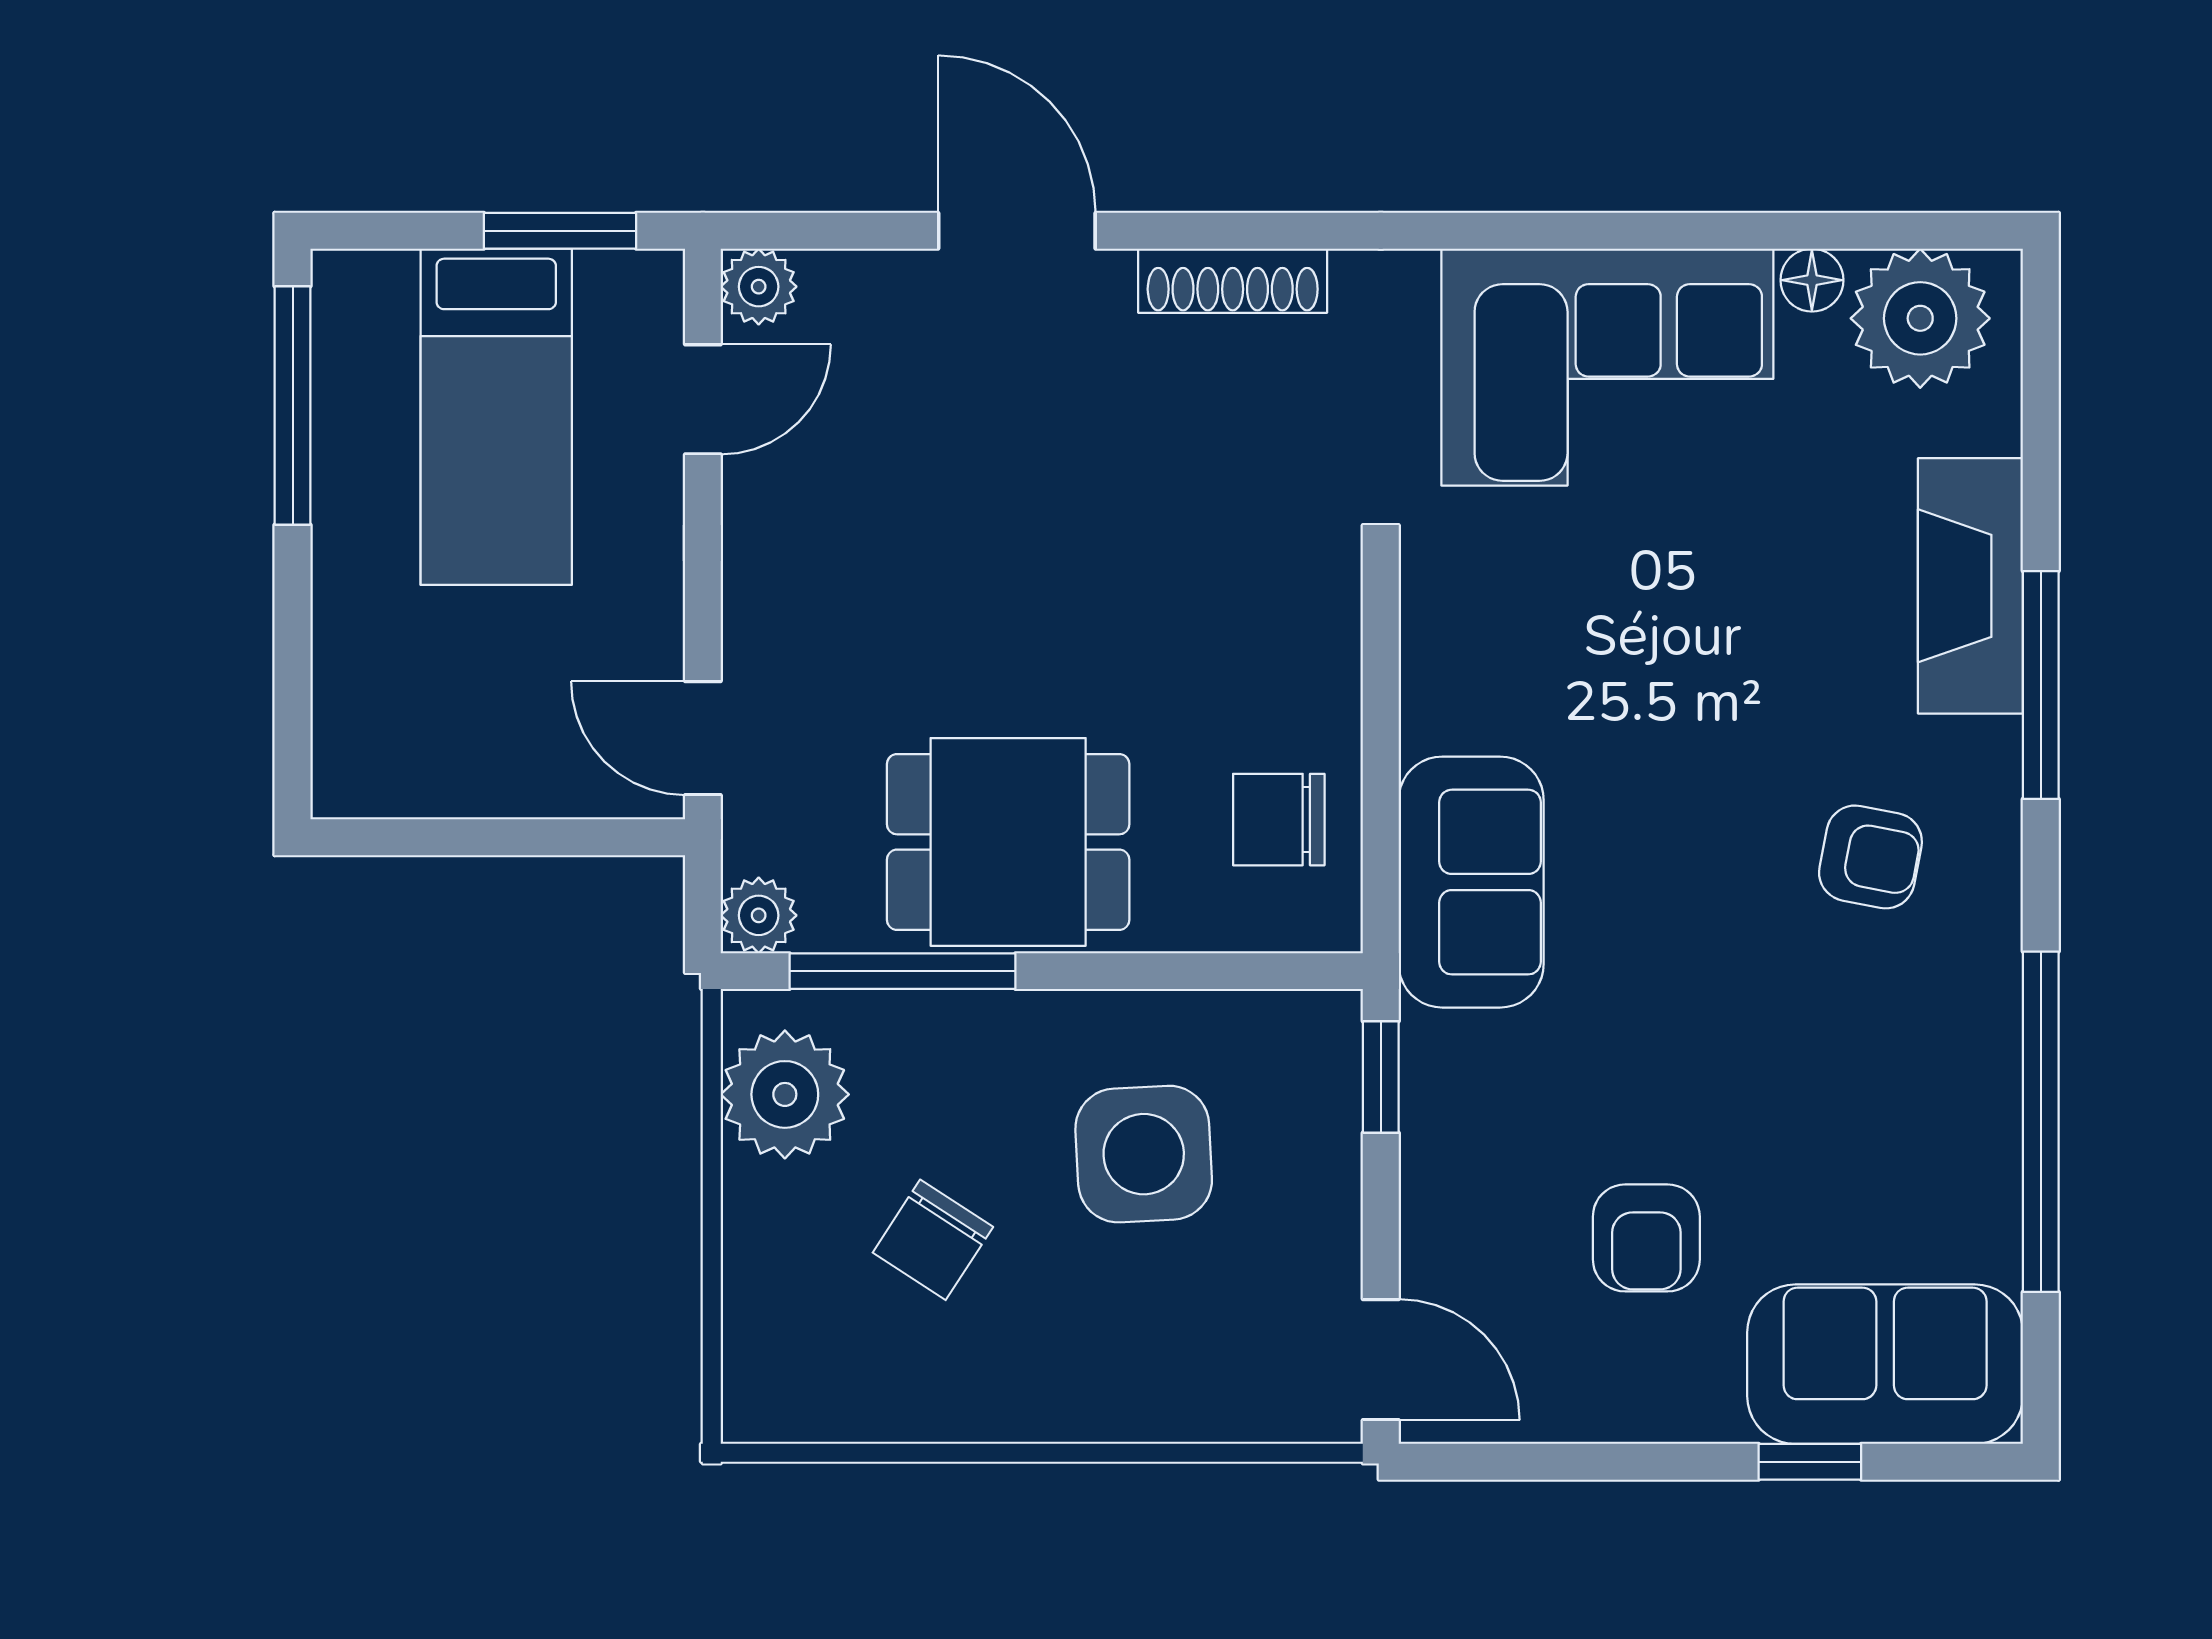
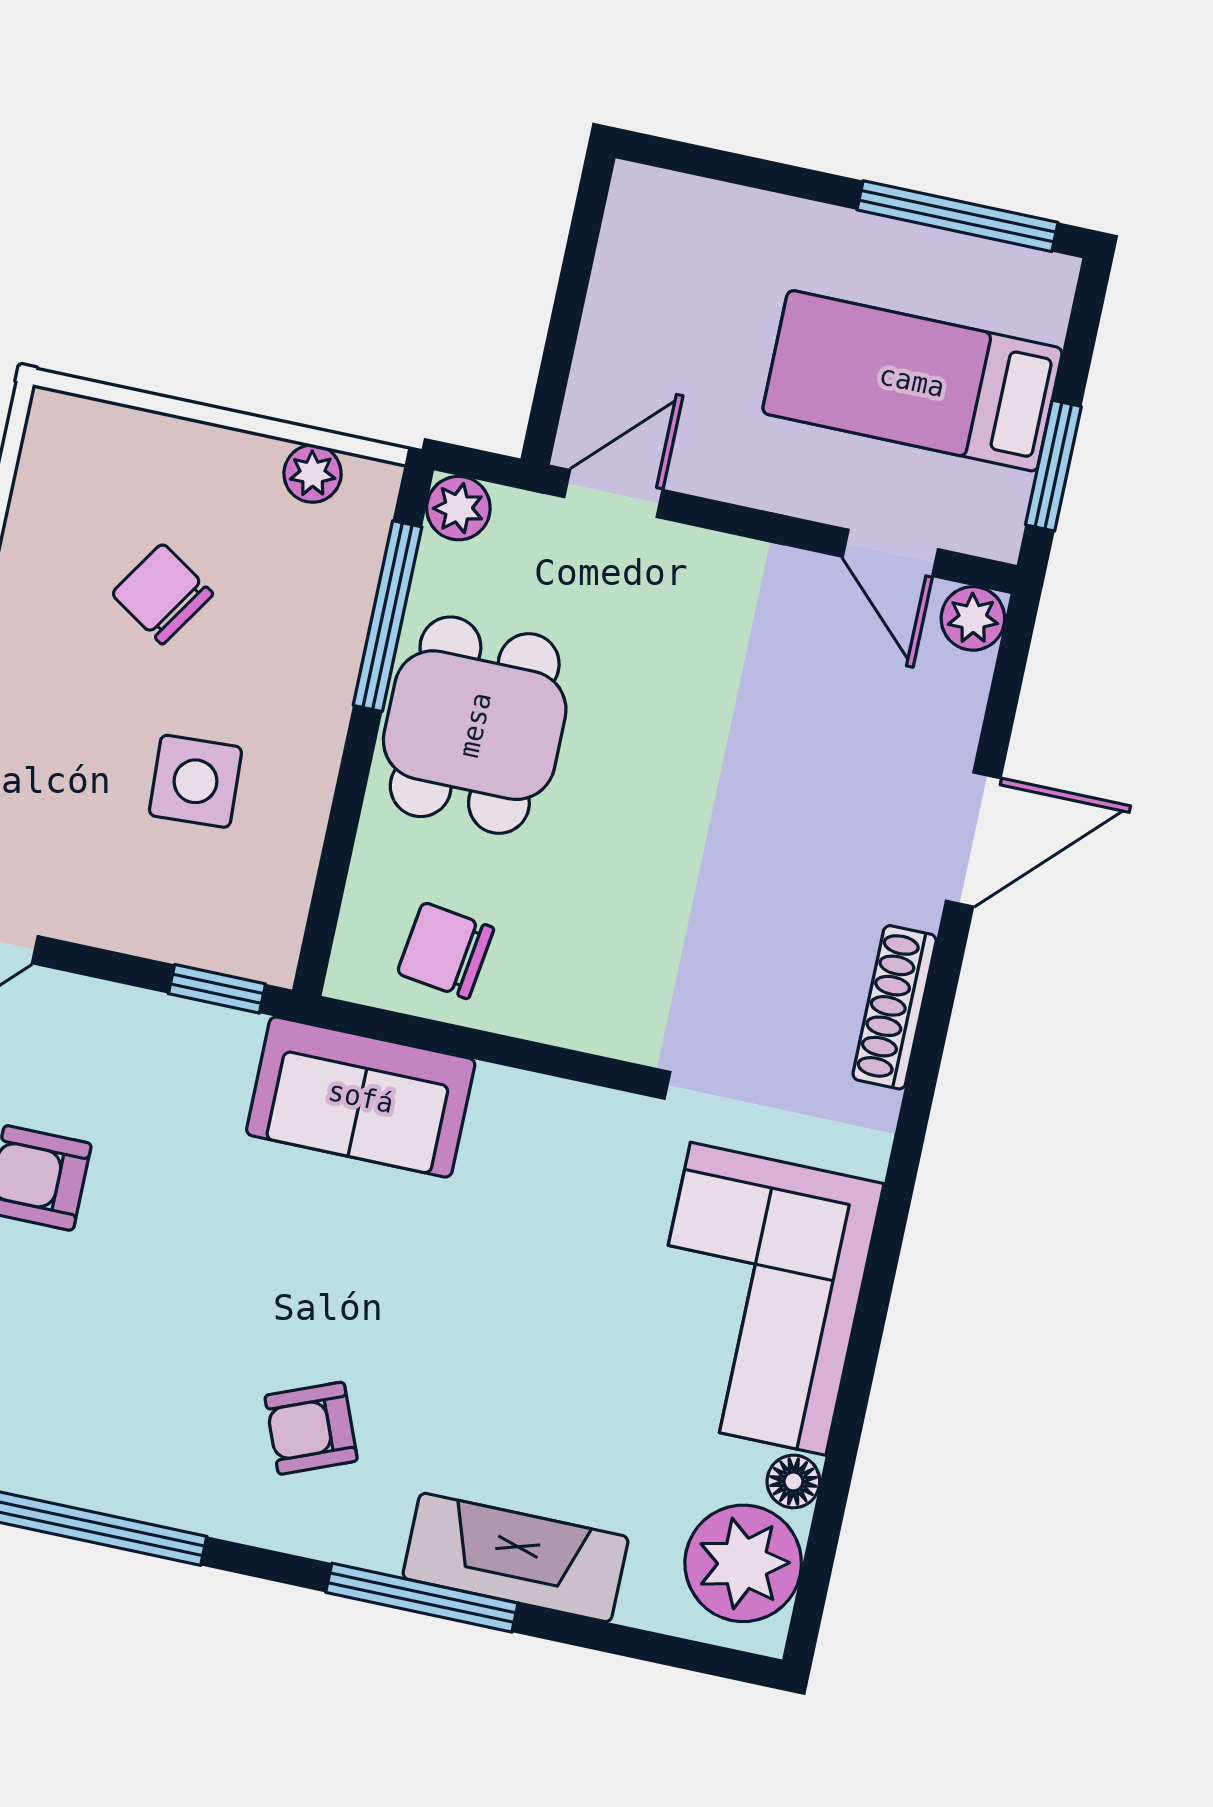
chair: (1279, 820) -> (446, 951), turned -82
armchair: (1870, 857) -> (311, 1428), turned 57
plant: (785, 1094) -> (313, 474), width x0.53, depth x0.53
side table: (1144, 1154) -> (195, 781), width x0.73, depth x0.73

